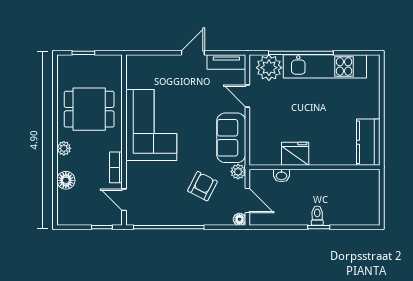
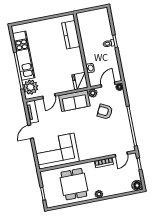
door: (193, 53) -> (31, 132), hinge flipped
corner sofa: (151, 125) -> (56, 151), moved
kitchen counter: (368, 142) -> (71, 35), moved, turned 90
fridge: (295, 154) -> (80, 81), moved
floor lamp: (66, 180) -> (137, 185), moved

